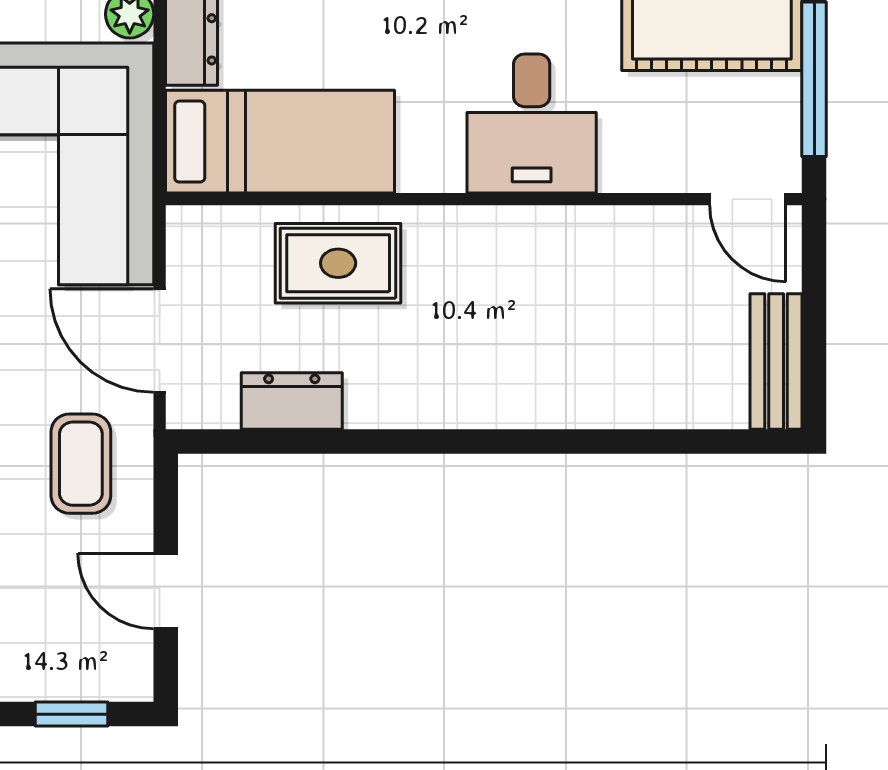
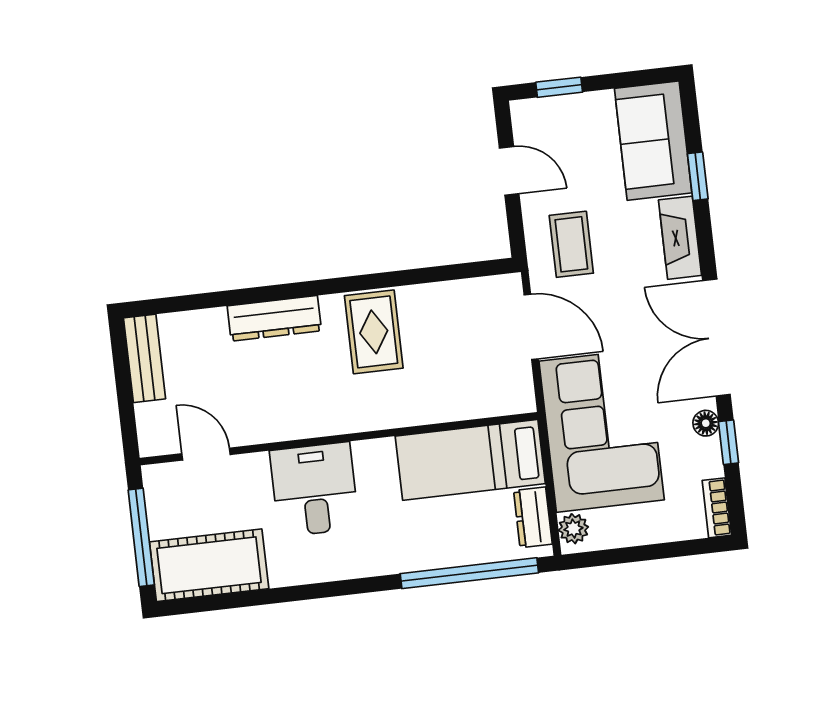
door: (748, 199) -> (206, 454), moved
rug: (338, 263) -> (374, 332), moved, turned 90
dresser: (292, 401) -> (274, 318), moved, width x1.44

